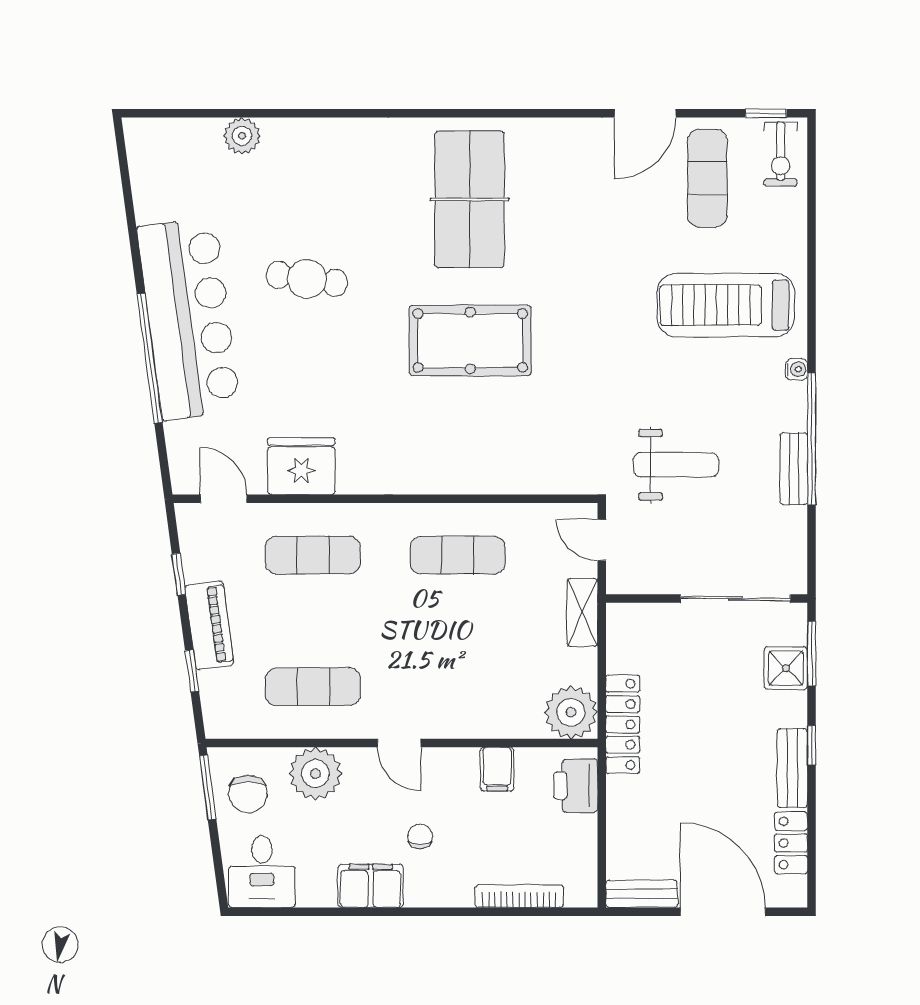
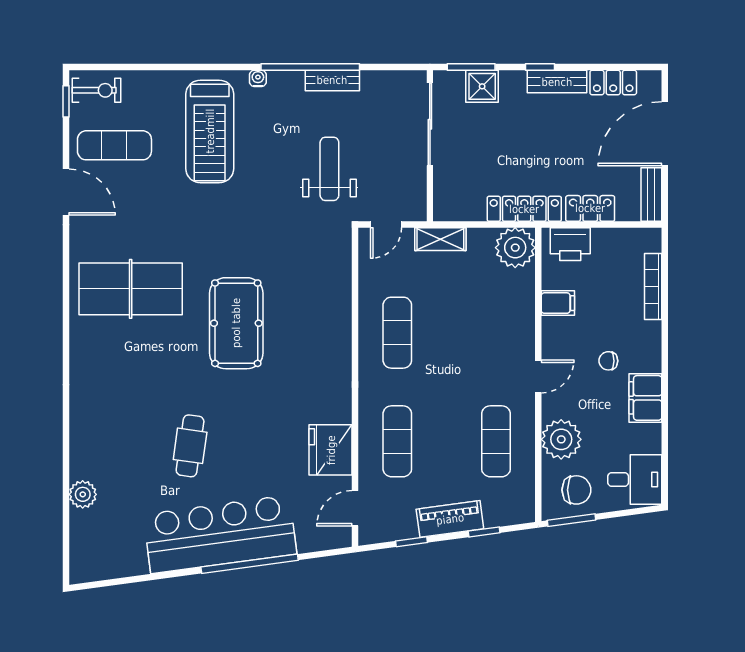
table tennis table: (470, 199) -> (131, 289), moved
locker: (623, 812) -> (590, 208), added

